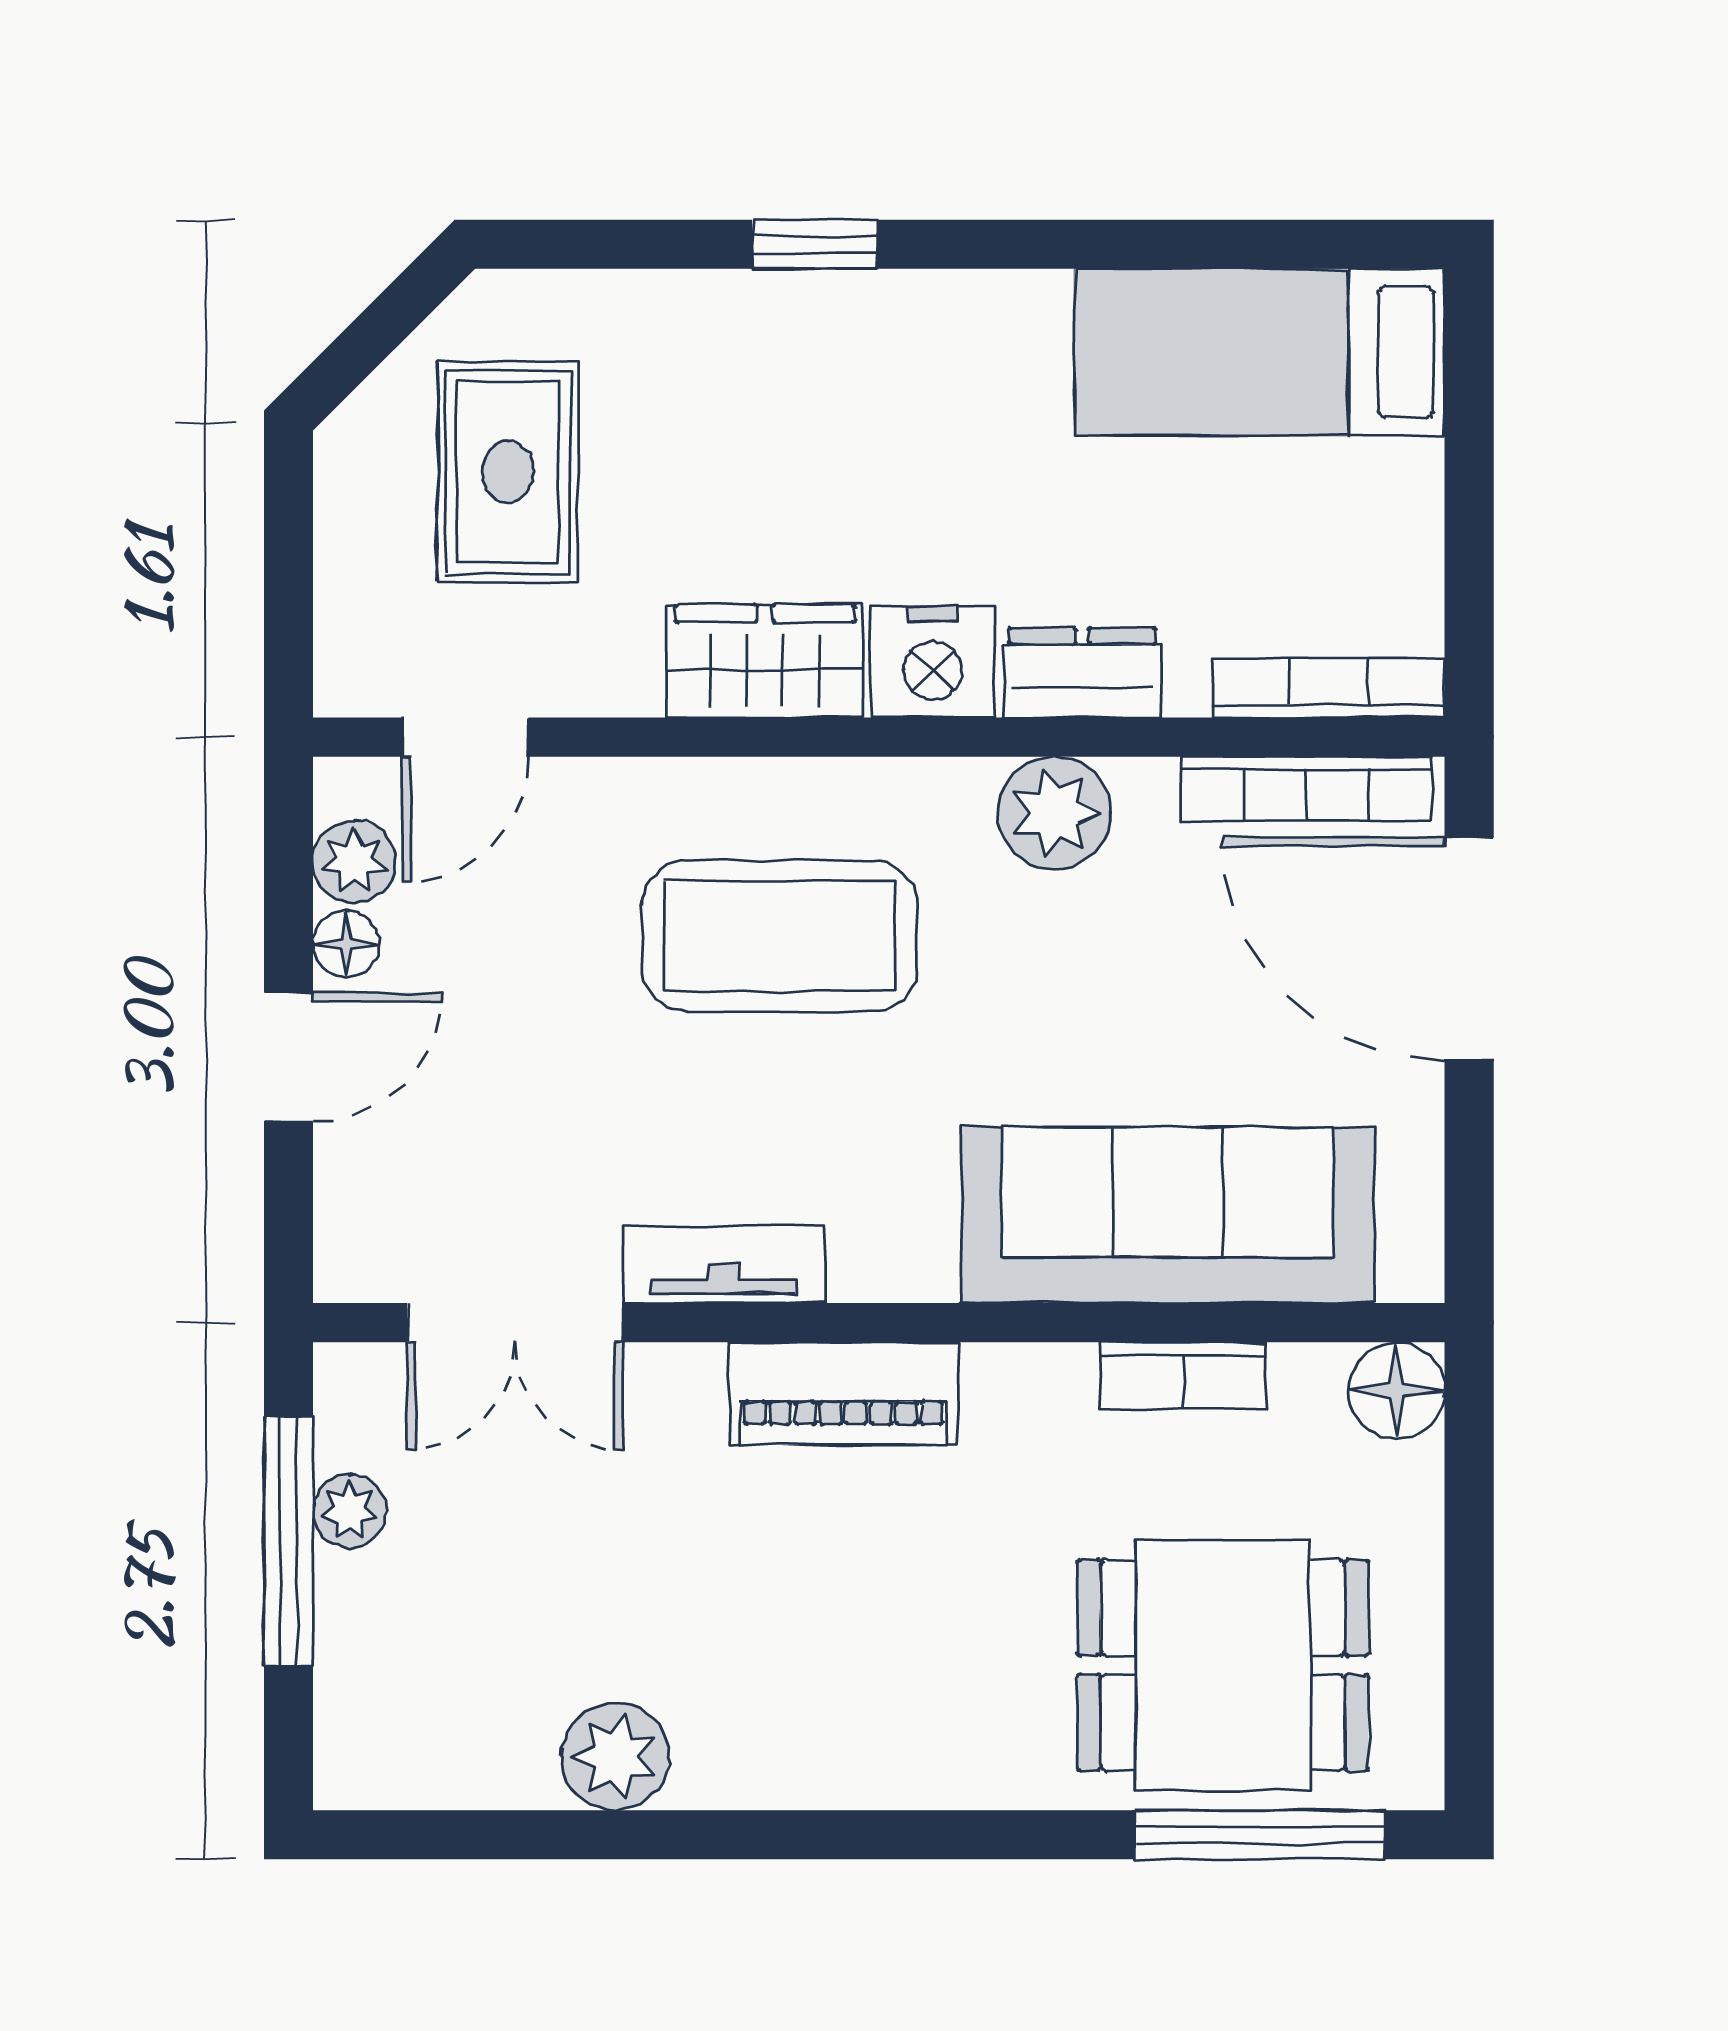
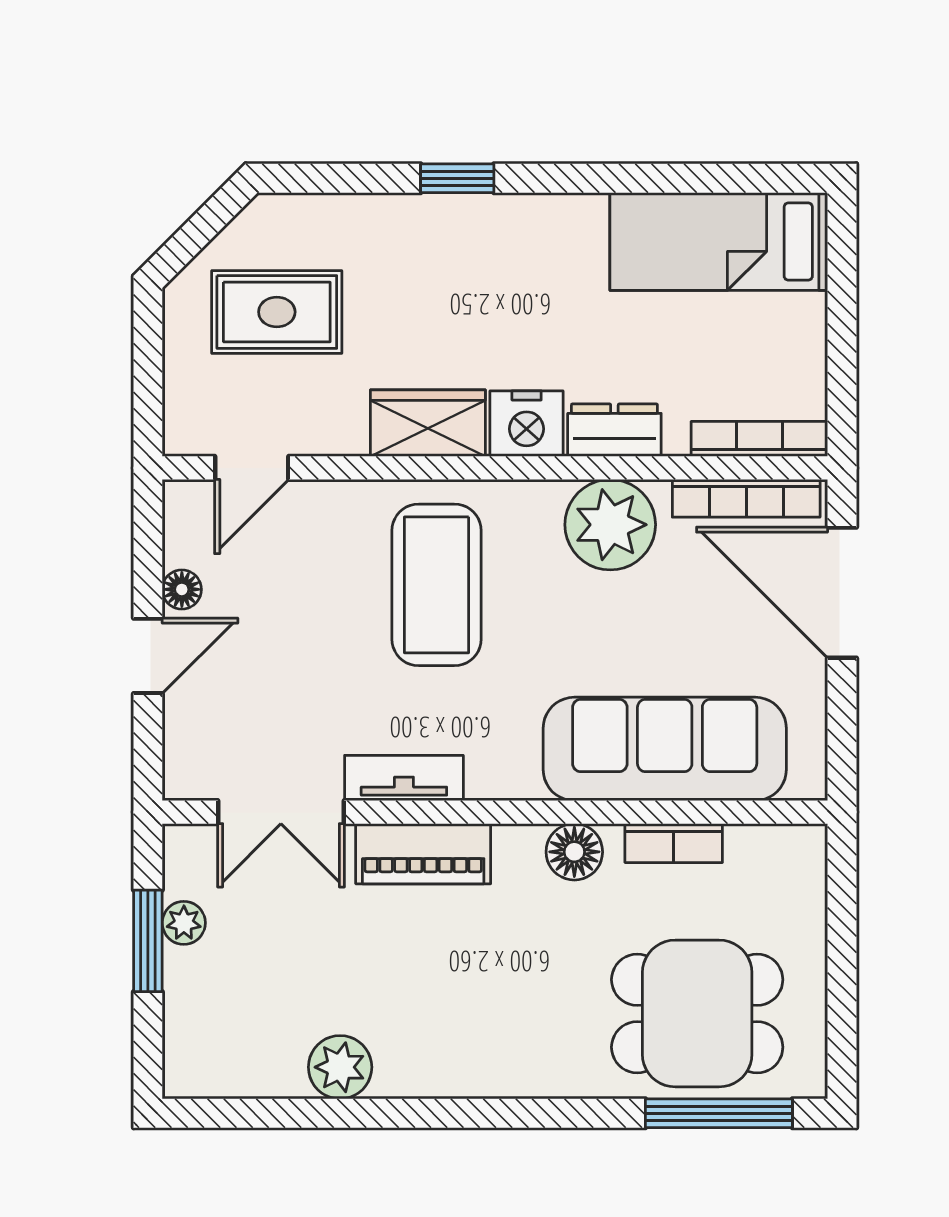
rug: (508, 472) -> (277, 312), turned 90
plant: (1054, 813) -> (610, 525), width x1.36, depth x1.36
plant: (354, 861) -> (187, 541), removed
coffee table: (779, 936) -> (437, 585), turned 90
floor lamp: (1396, 1390) -> (574, 852), moved
piano: (843, 1393) -> (423, 854), moved
window: (288, 1542) -> (148, 941), width x0.69

